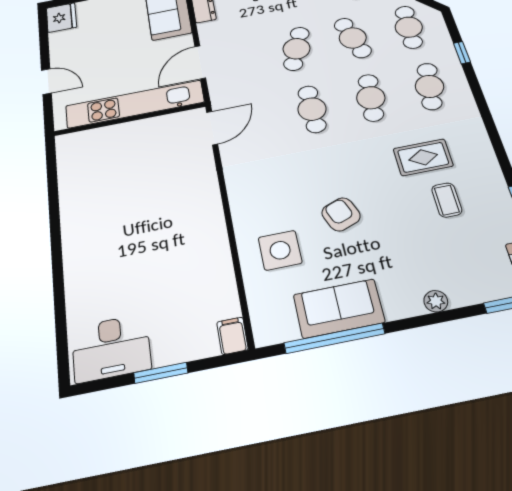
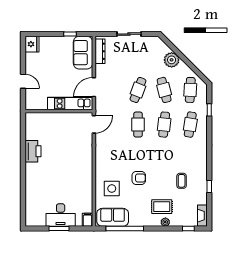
kitchen unit: (135, 104) -> (70, 104), width x0.73
rug: (423, 157) -> (162, 207), moved
printer: (78, 208) -> (33, 151), added
armchair: (341, 214) -> (139, 178), turned 111
sofa: (339, 308) -> (113, 217), moved
desk: (111, 348) -> (61, 215), moved

